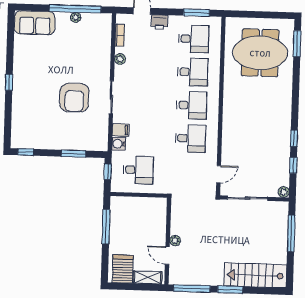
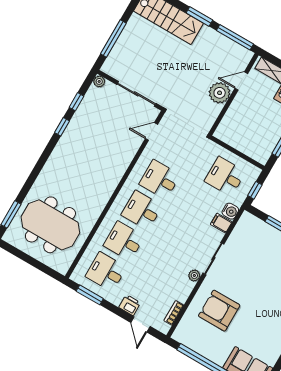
plant: (76, 17) -> (206, 352), removed
plant: (120, 59) -> (194, 275), moved
armchair: (74, 98) -> (219, 311), moved, turned -90
plant: (175, 241) -> (220, 93), width x1.88, depth x1.88
door: (167, 255) -> (241, 81), swing flipped

